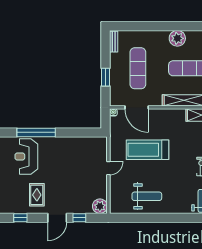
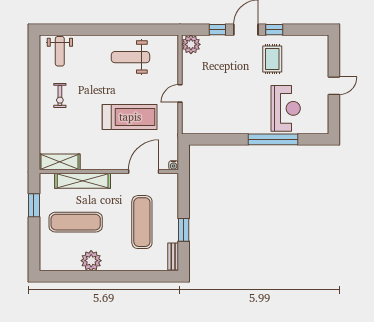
window: (106, 77) -> (184, 230), moved
door: (137, 107) -> (144, 172), hinge flipped
window: (20, 218) -> (274, 30), moved

